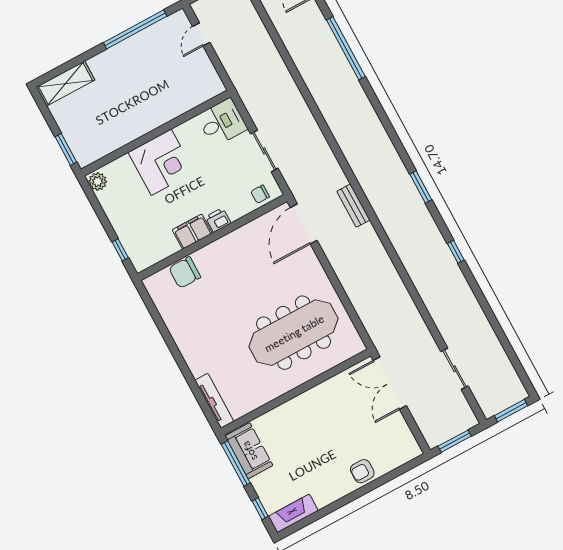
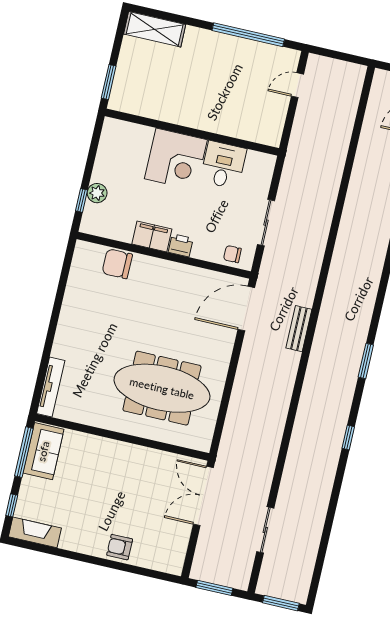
desk: (222, 122) -> (223, 165), moved, turned -90
plant: (98, 181) -> (97, 193), moved

